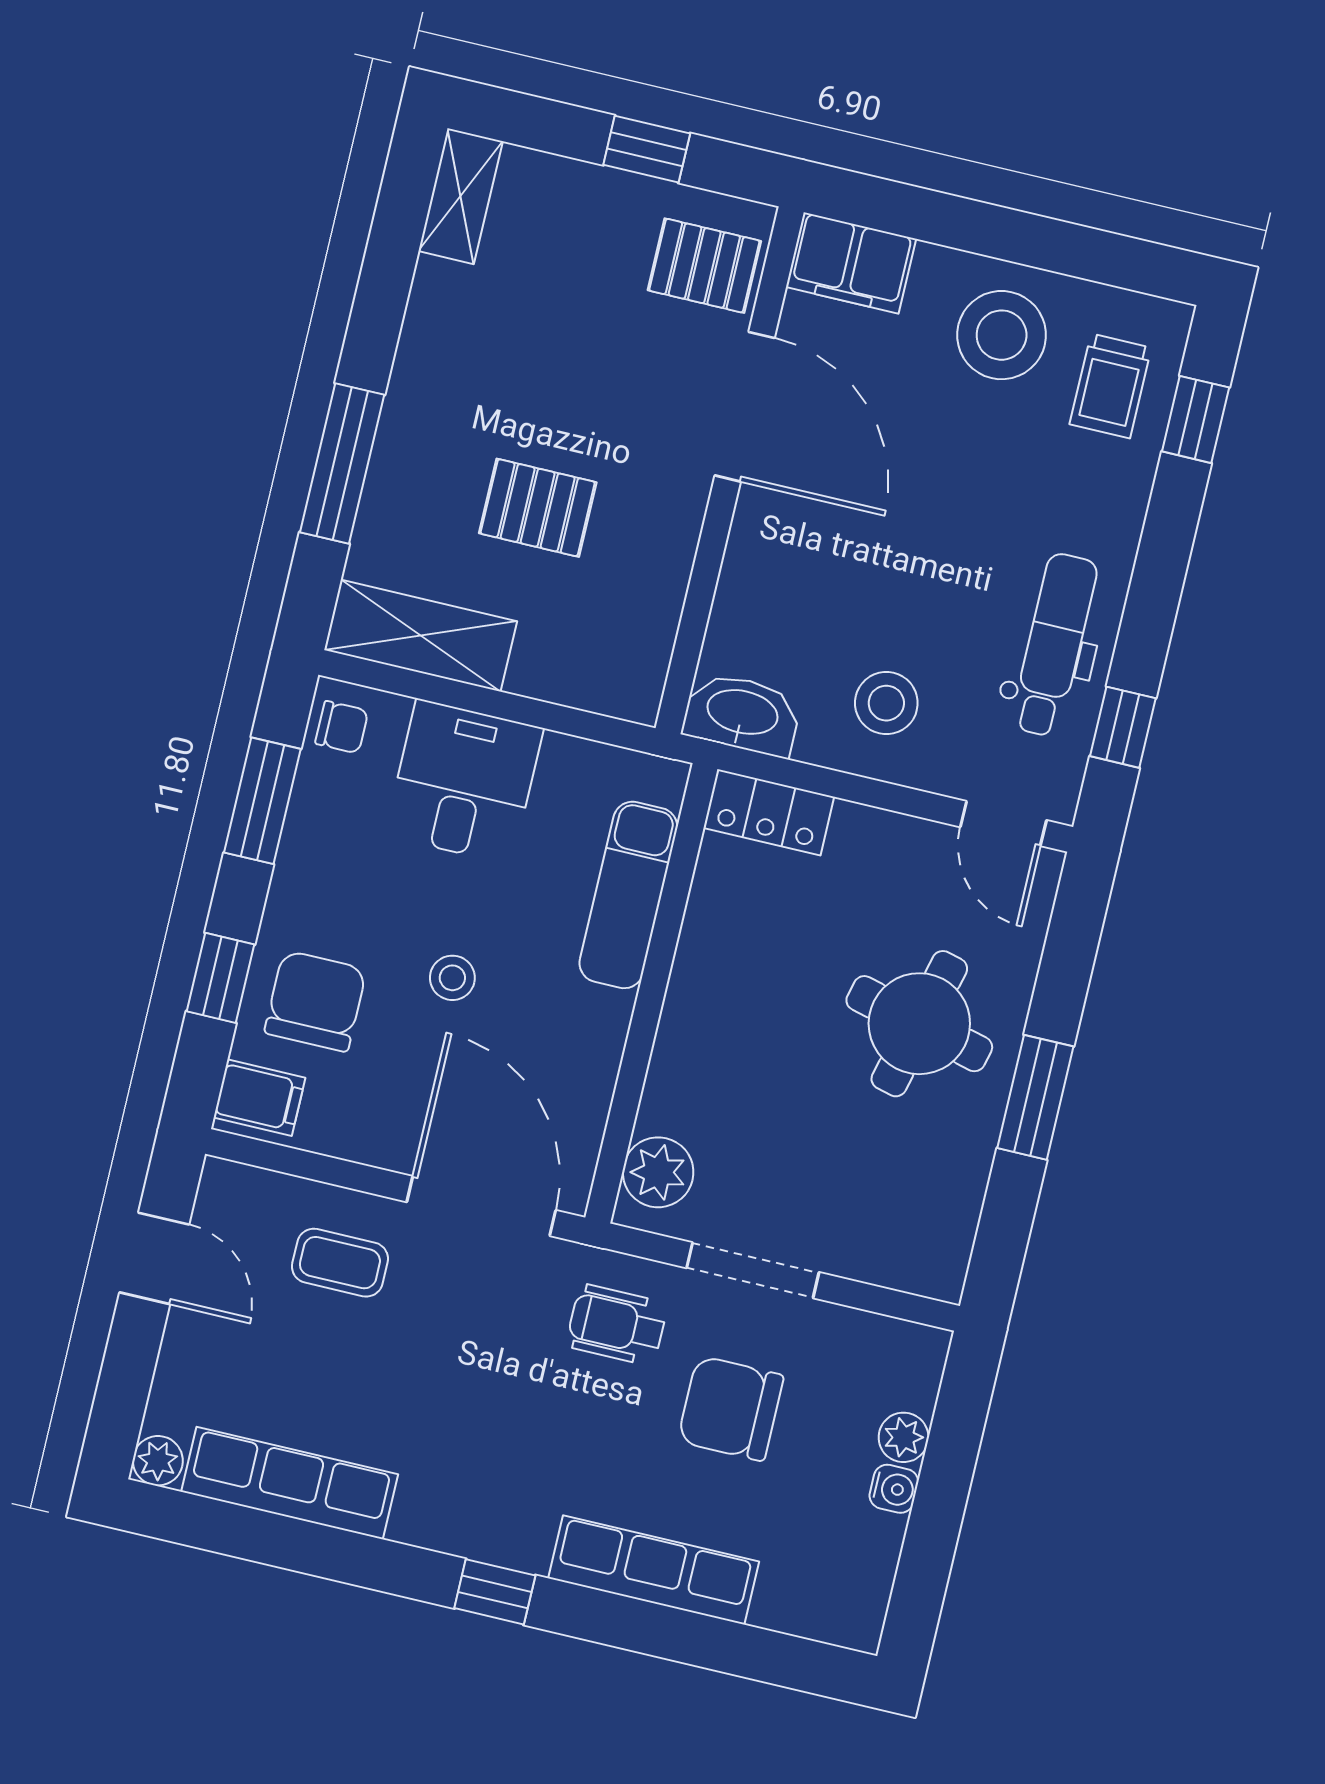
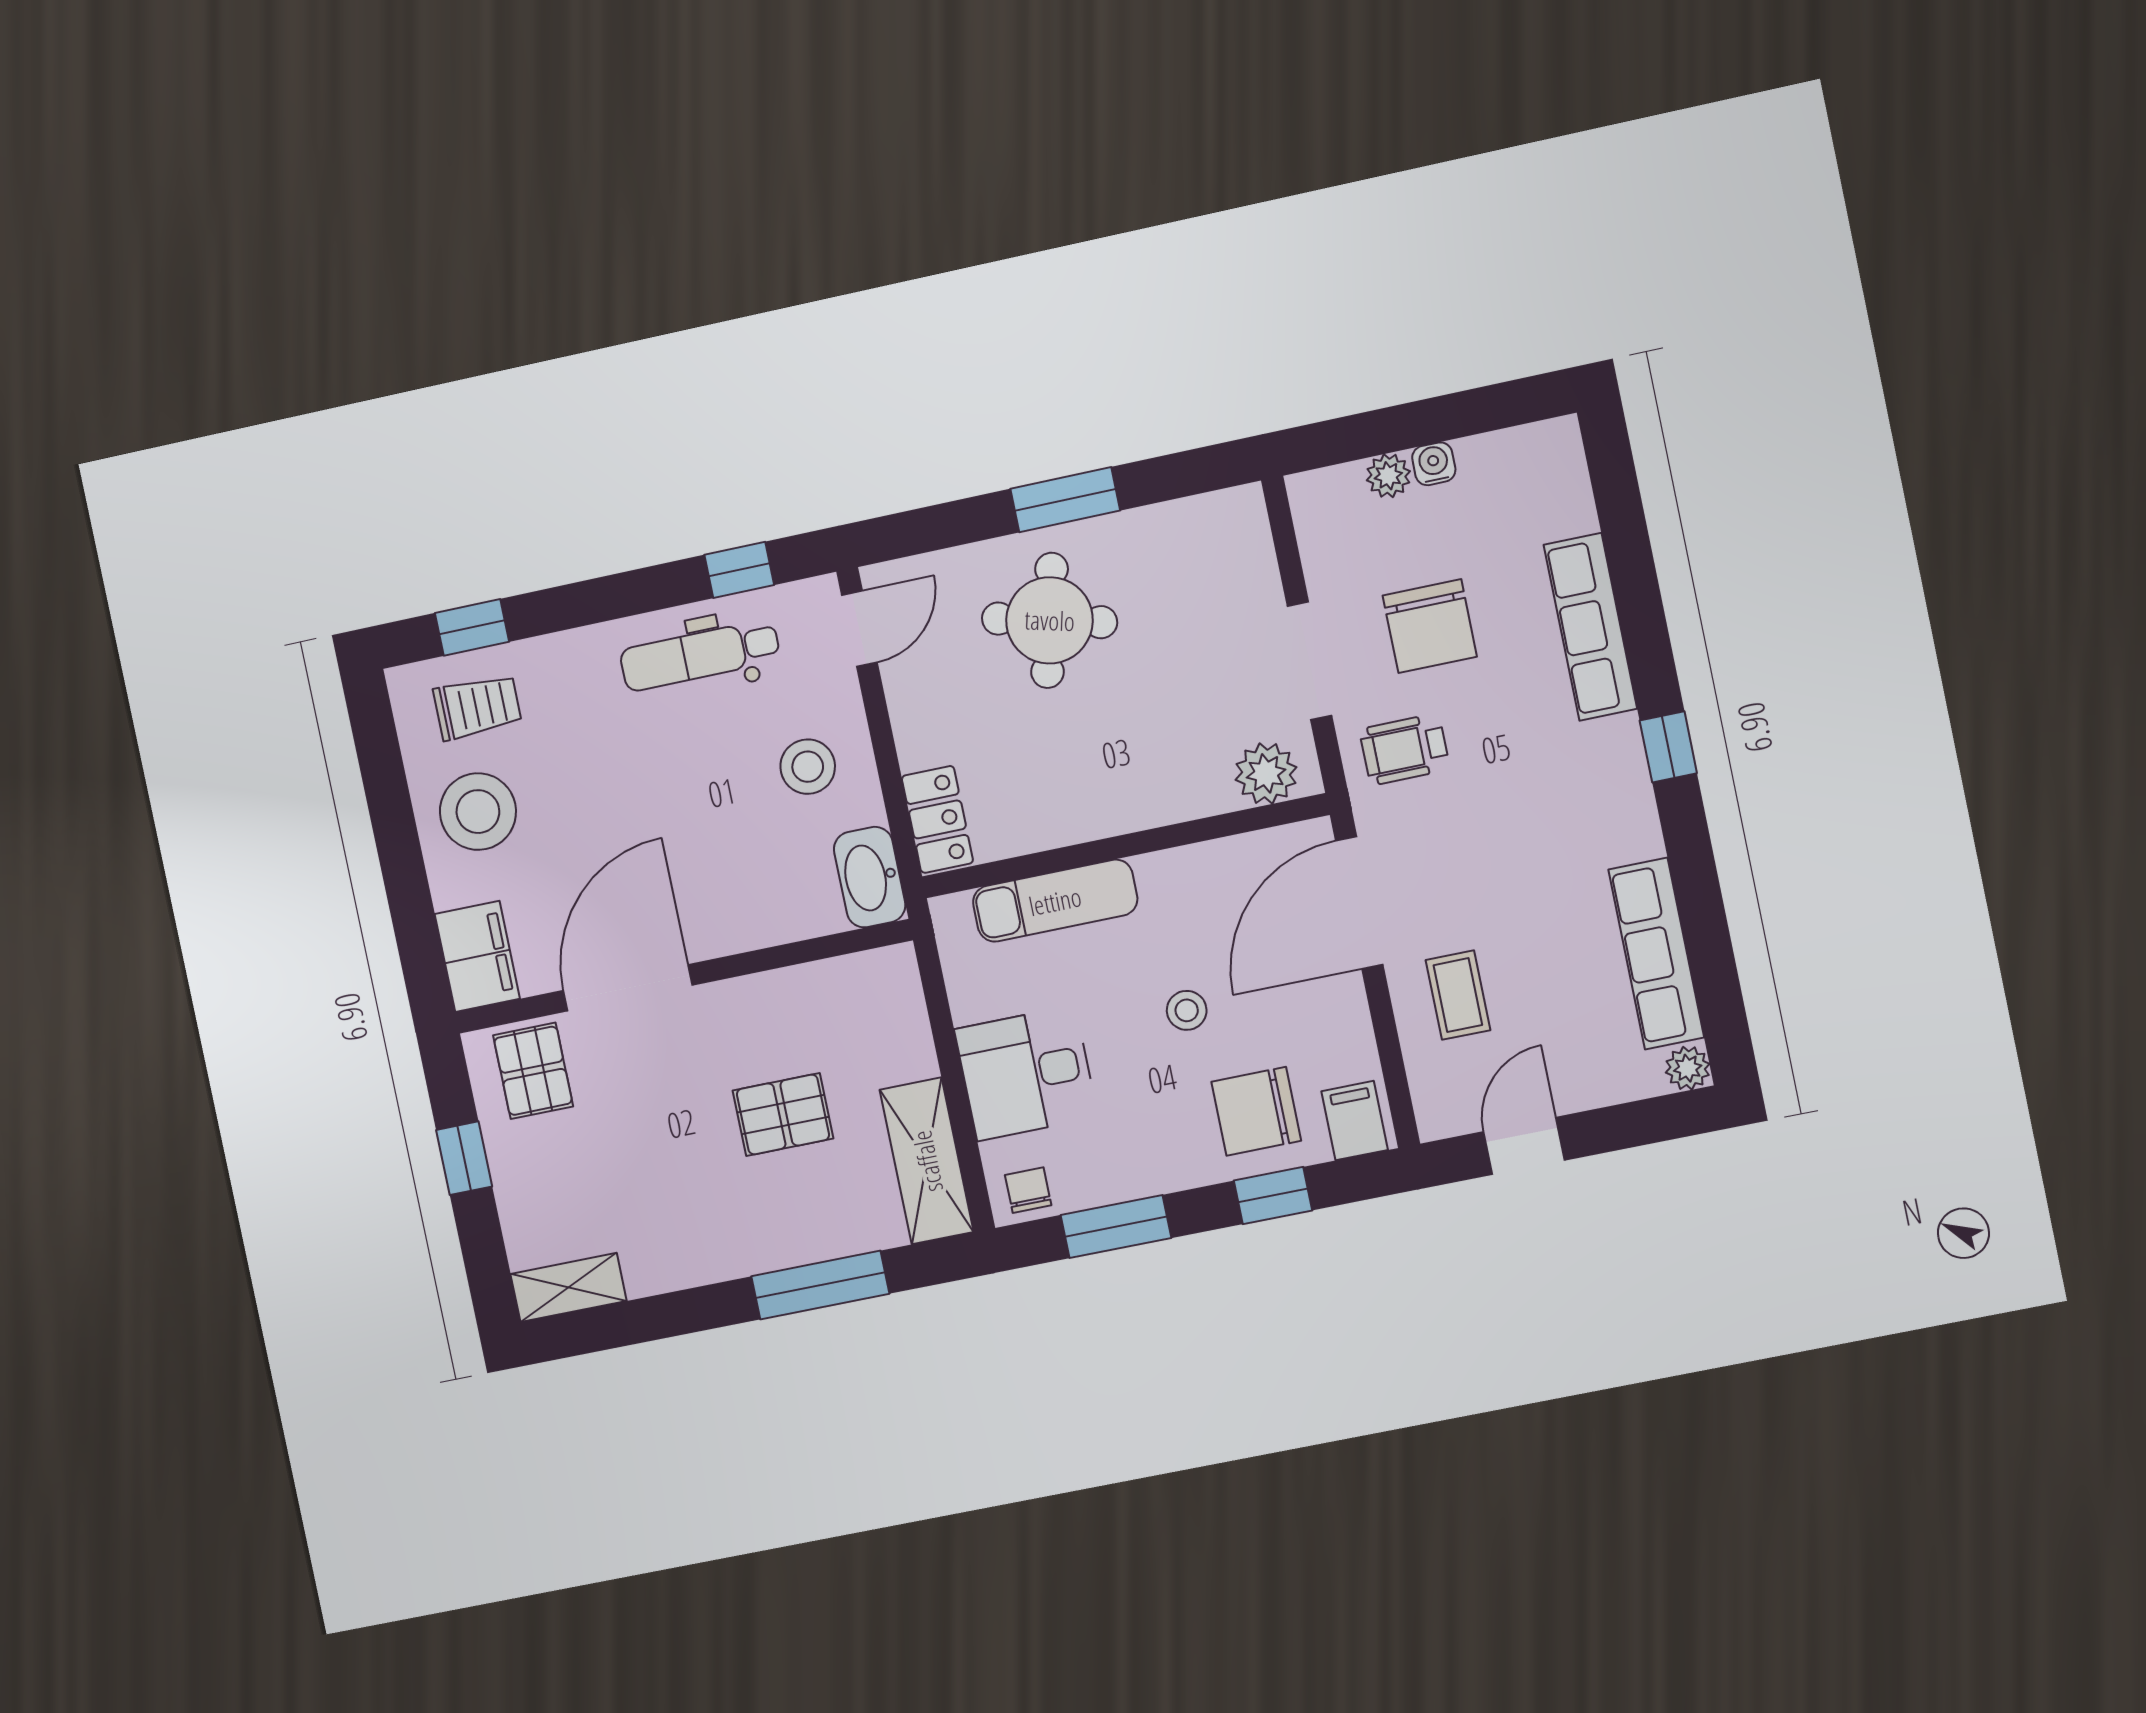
pallet: (538, 508) -> (783, 1115), turned 90
wheelchair: (617, 1325) -> (1405, 749), turned 90

